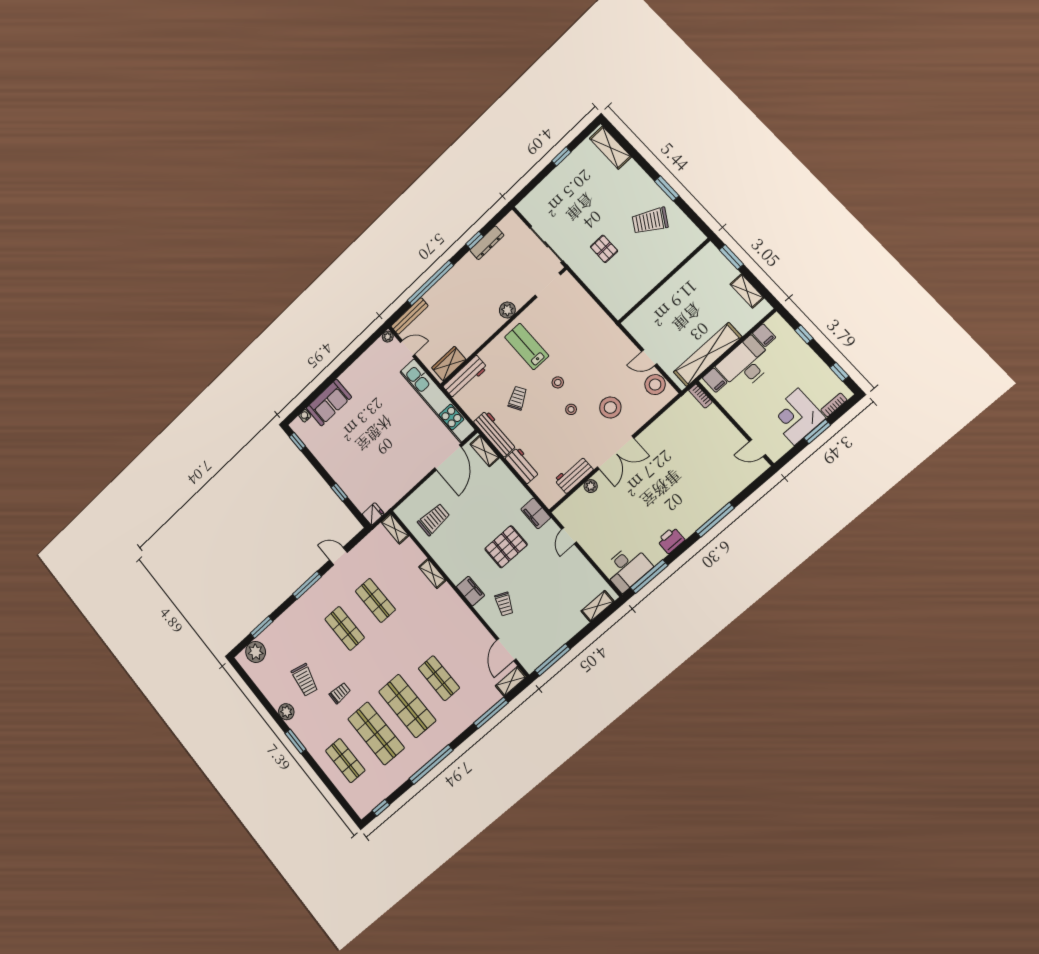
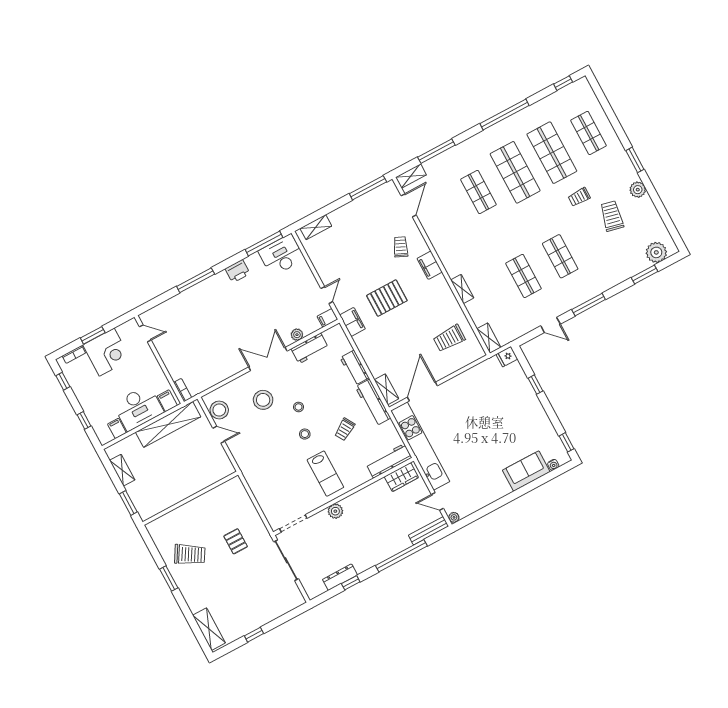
filing cabinet: (563, 512) -> (327, 318), added

